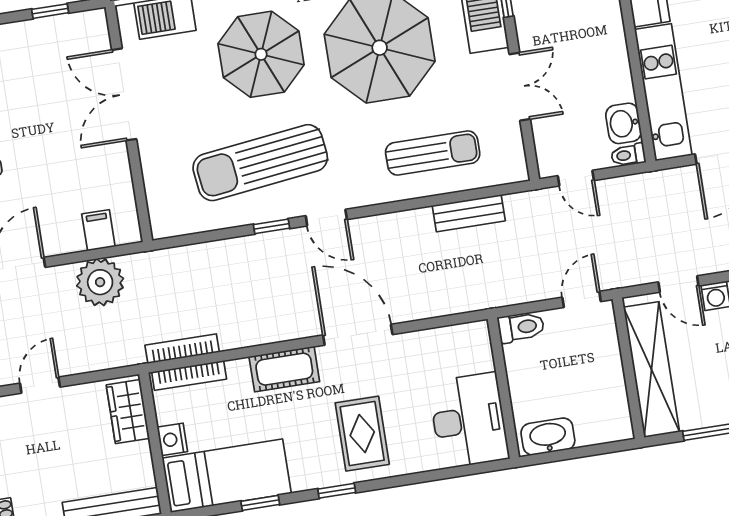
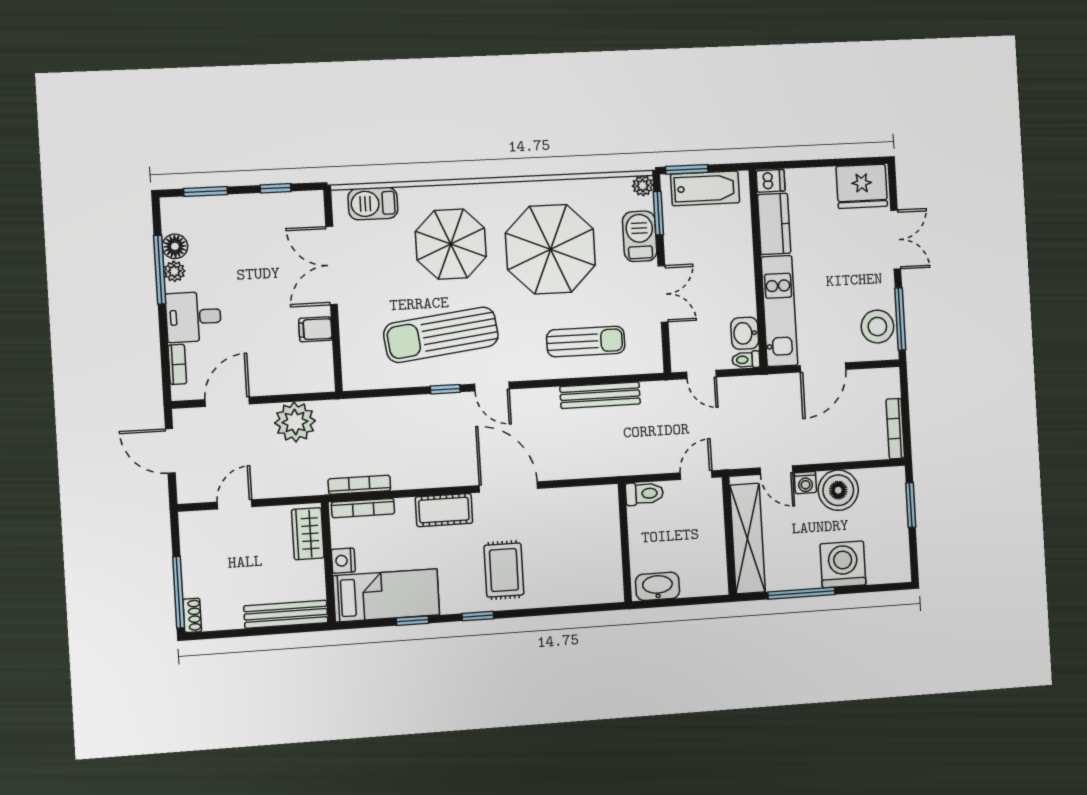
bench: (469, 213) -> (600, 395), width x1.36
filing cabinet: (98, 230) -> (315, 329), moved, turned -90
desk: (469, 420) -> (594, 567), removed

